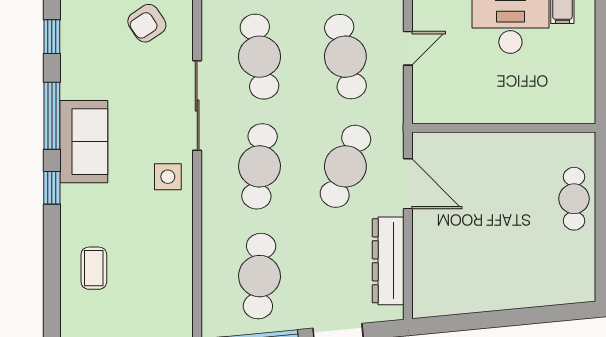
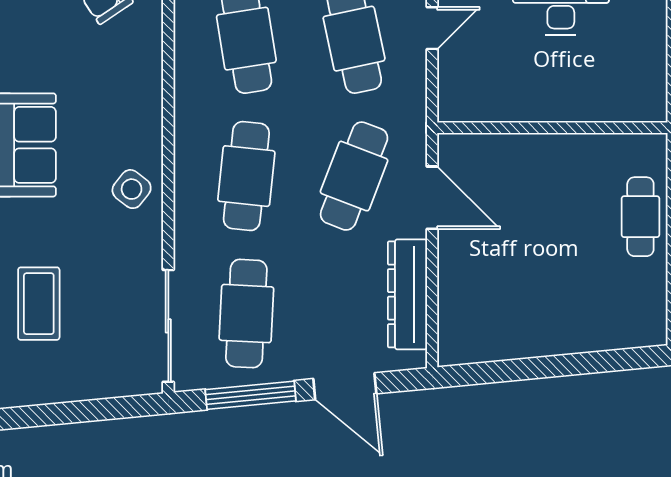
sliding door: (197, 105) -> (168, 326), moved
side table: (168, 177) -> (132, 189), turned 38
coffee table: (94, 268) -> (39, 304), width x1.36, depth x1.30

